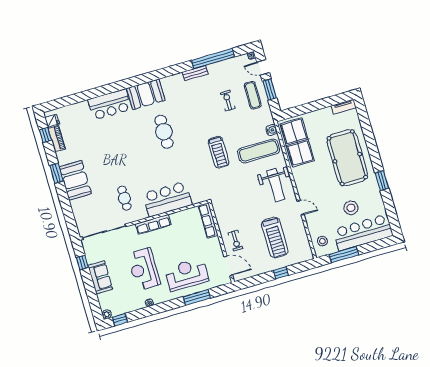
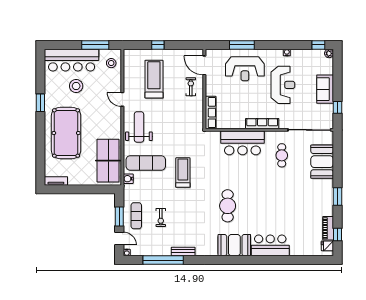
booth: (75, 180) -> (322, 162), moved

